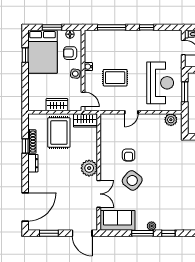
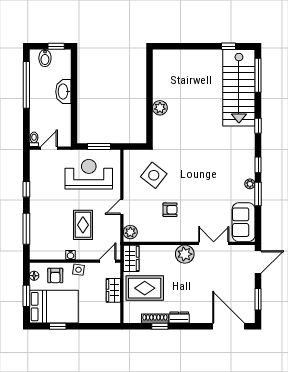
door: (131, 112) -> (122, 207), swing flipped
plant: (171, 120) -> (130, 232), moved
side table: (132, 180) -> (154, 175), moved

